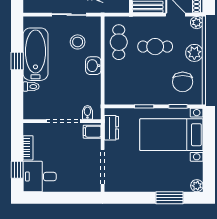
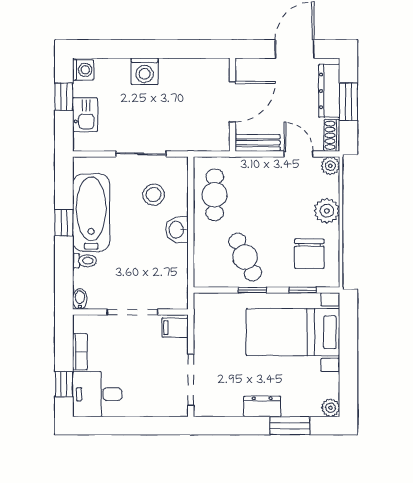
cafe table: (155, 47) -> (245, 257), moved, turned 64
bidet: (87, 112) -> (80, 299), moved
dresser: (111, 128) -> (262, 406), moved, turned -90

